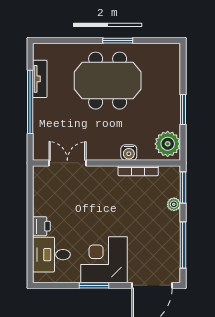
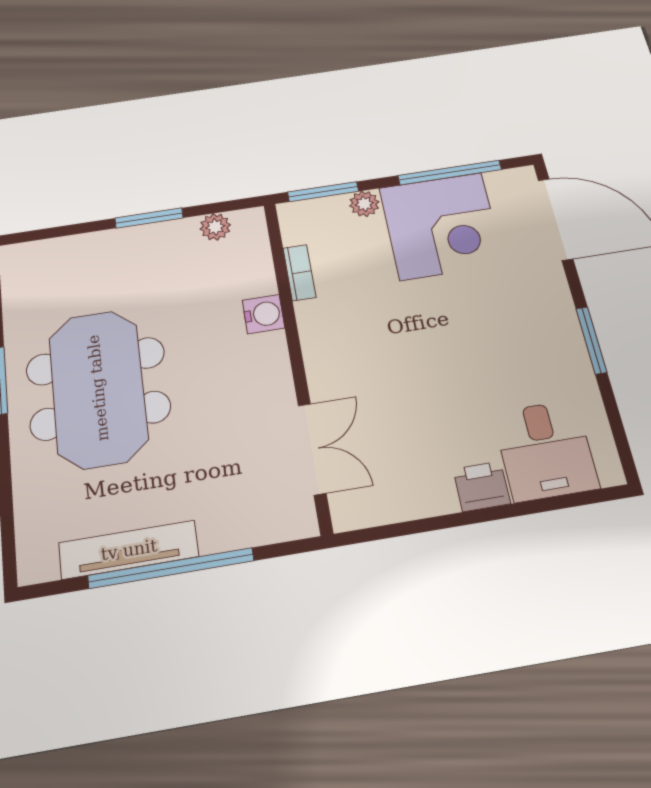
tv unit: (40, 79) -> (129, 550), width x1.41
plant: (168, 144) -> (215, 227), width x0.53, depth x0.53
double door: (67, 163) -> (312, 449), swing flipped
bookcase: (138, 171) -> (299, 273), width x0.64
corner desk: (104, 260) -> (441, 226), moved, turned -90

